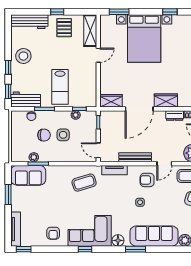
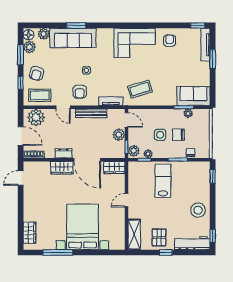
window: (119, 12) -> (106, 252), removed
window: (170, 12) -> (58, 252), width x2.17
door: (98, 55) -> (126, 200), moved
window: (8, 67) -> (213, 236), moved
workbench: (26, 100) -> (196, 169), removed
door: (139, 109) -> (87, 160), swing flipped
dresser: (175, 115) -> (63, 153), moved
plant: (91, 118) -> (134, 151), added
plant: (106, 135) -> (119, 135), added
door: (164, 164) -> (63, 107), swing flipped
armchair: (147, 180) -> (80, 92), turned 90
window: (8, 194) -> (213, 59), moved
floor lamp: (118, 240) -> (108, 34), removed
window: (85, 249) -> (139, 25), removed
window: (135, 249) -> (76, 25), moved

